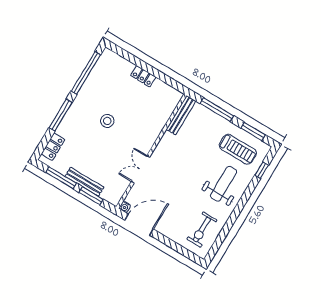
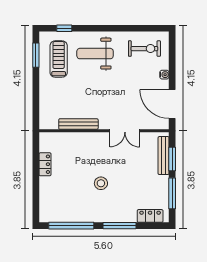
locker: (143, 76) -> (45, 164), moved
window: (217, 110) -> (36, 97), removed
bench: (181, 115) -> (78, 124), moved
bench: (84, 182) -> (164, 156), moved
water cooler: (125, 207) -> (164, 75), moved

